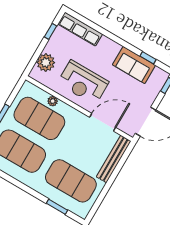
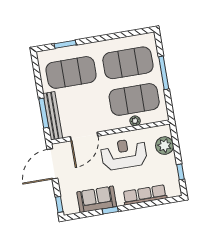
row of seats: (80, 29) -> (145, 195), moved
window: (148, 58) -> (110, 210), moved
window: (119, 167) -> (44, 113), added

